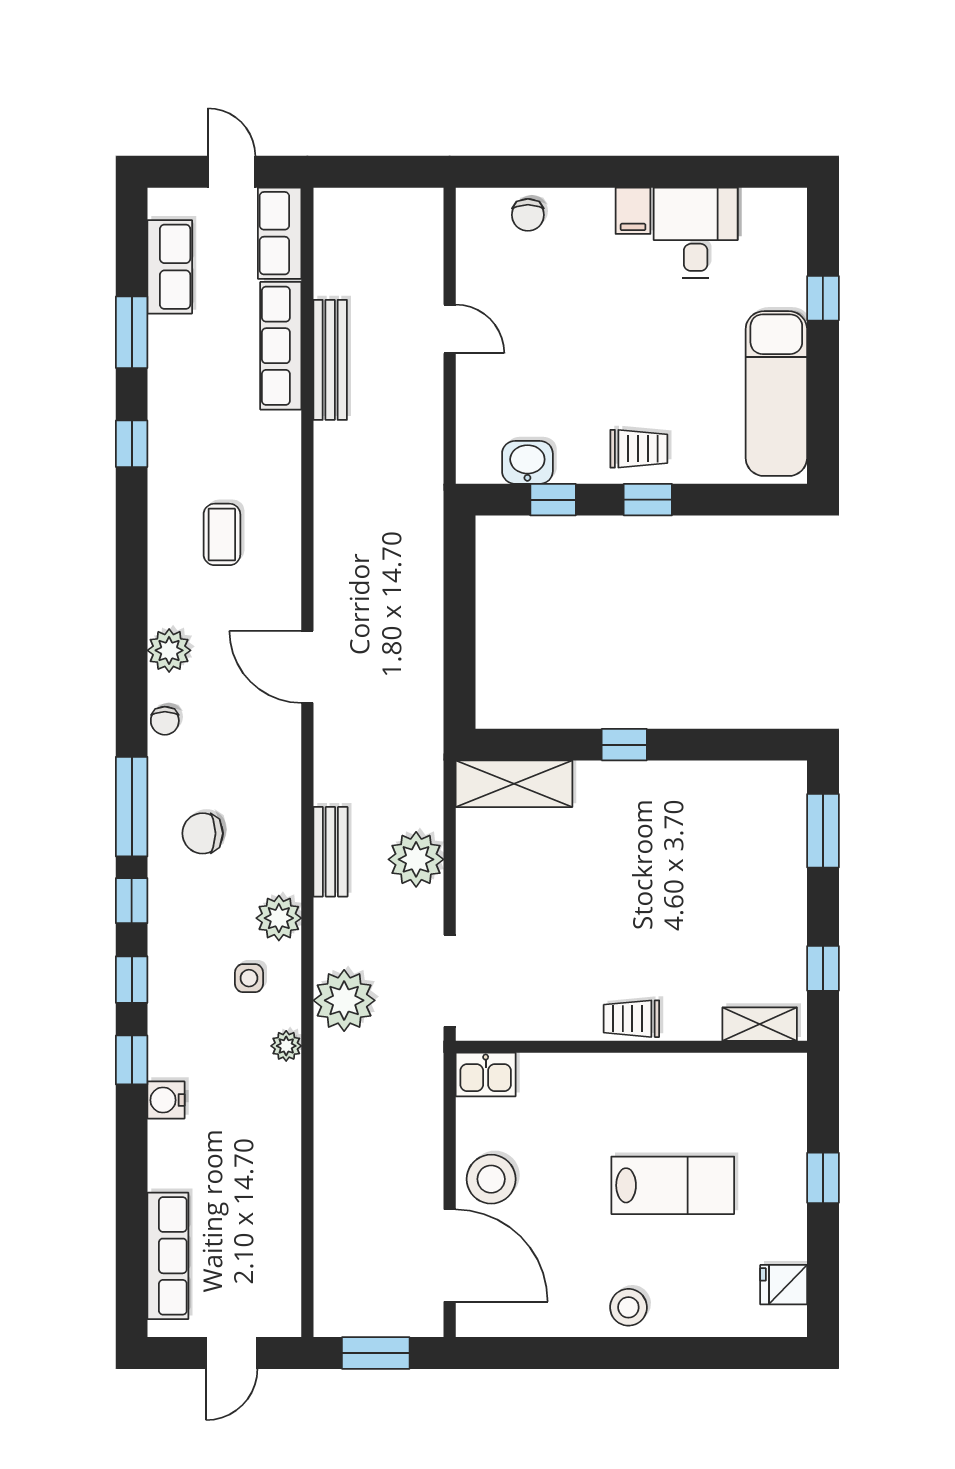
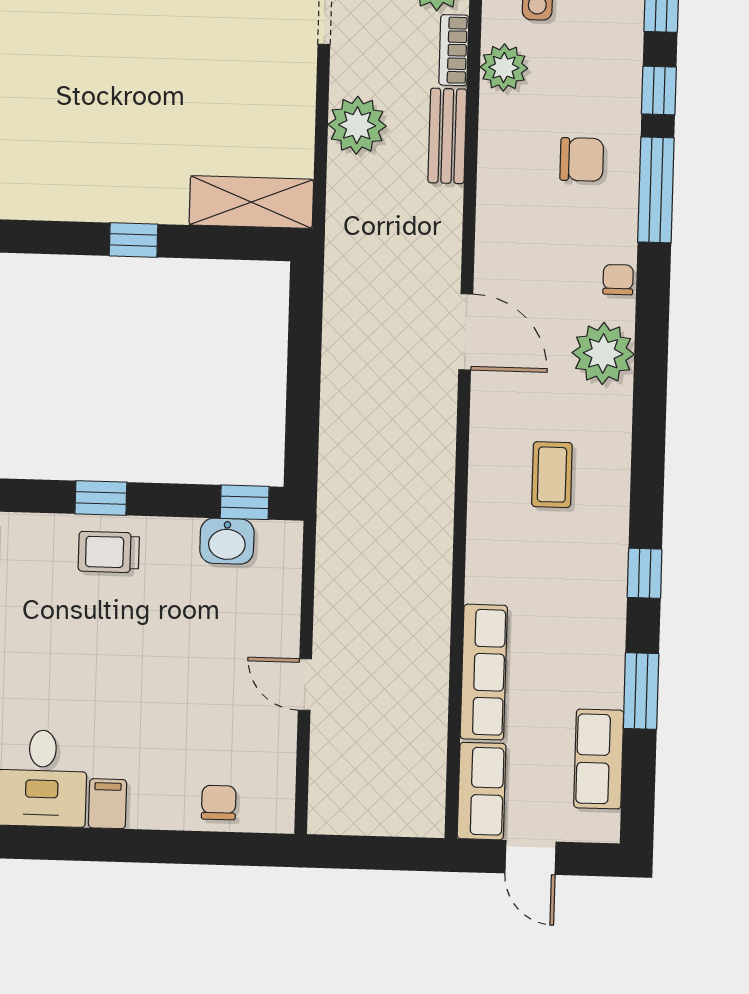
bench: (330, 360) -> (432, 656), removed
window: (553, 500) -> (245, 502), moved
plant: (169, 650) -> (603, 353), width x1.36, depth x1.36
bookcase: (327, 933) -> (454, 50), added

